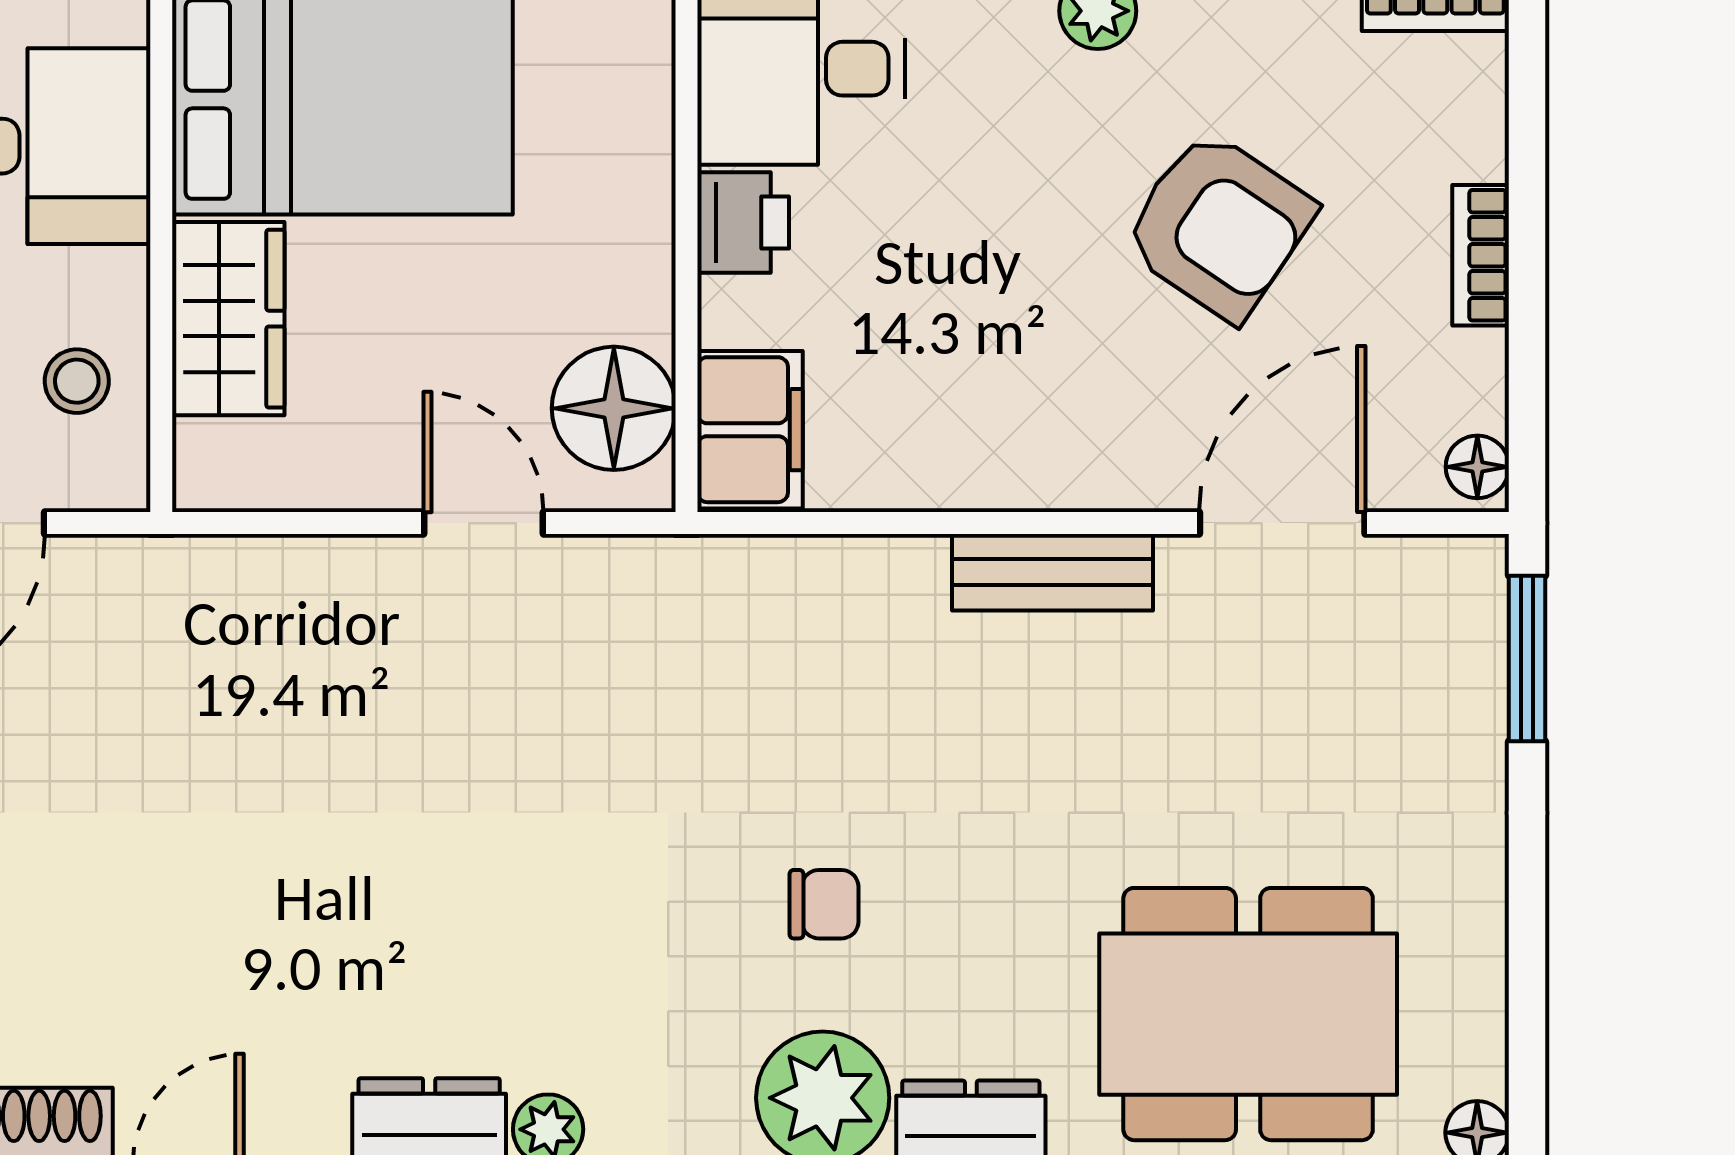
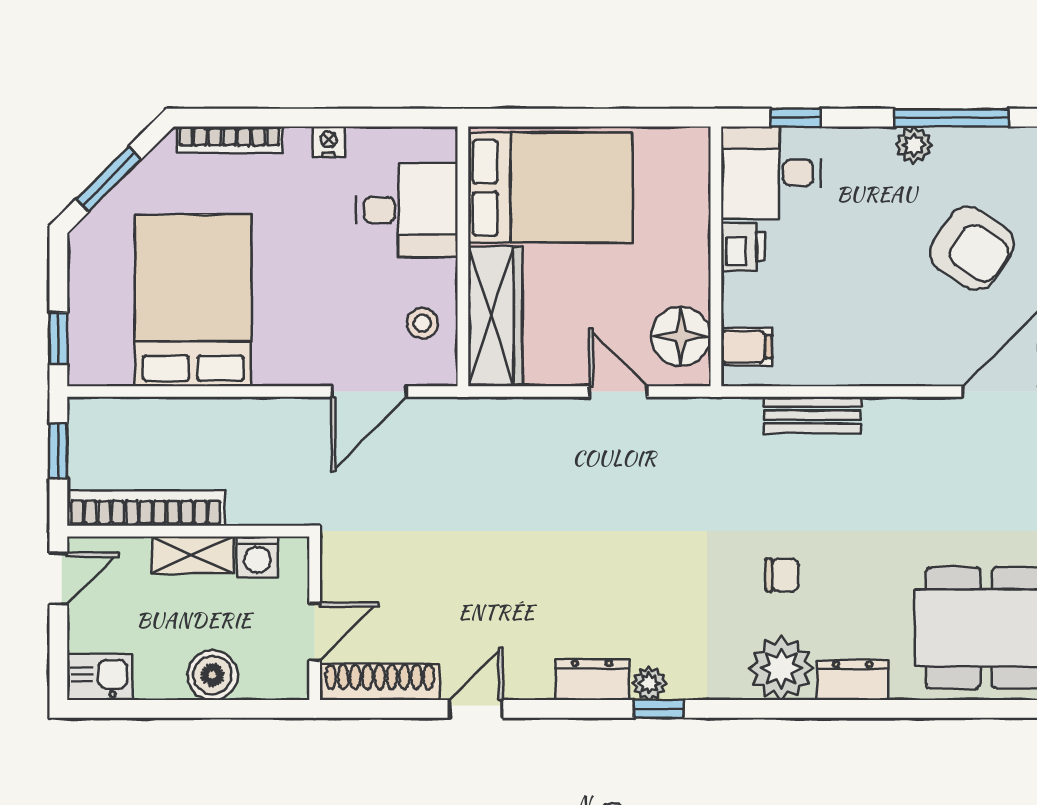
wardrobe: (228, 319) -> (495, 316), width x1.50
filing cabinet: (750, 430) -> (746, 347), width x0.50
bench: (1052, 572) -> (812, 415), moved

